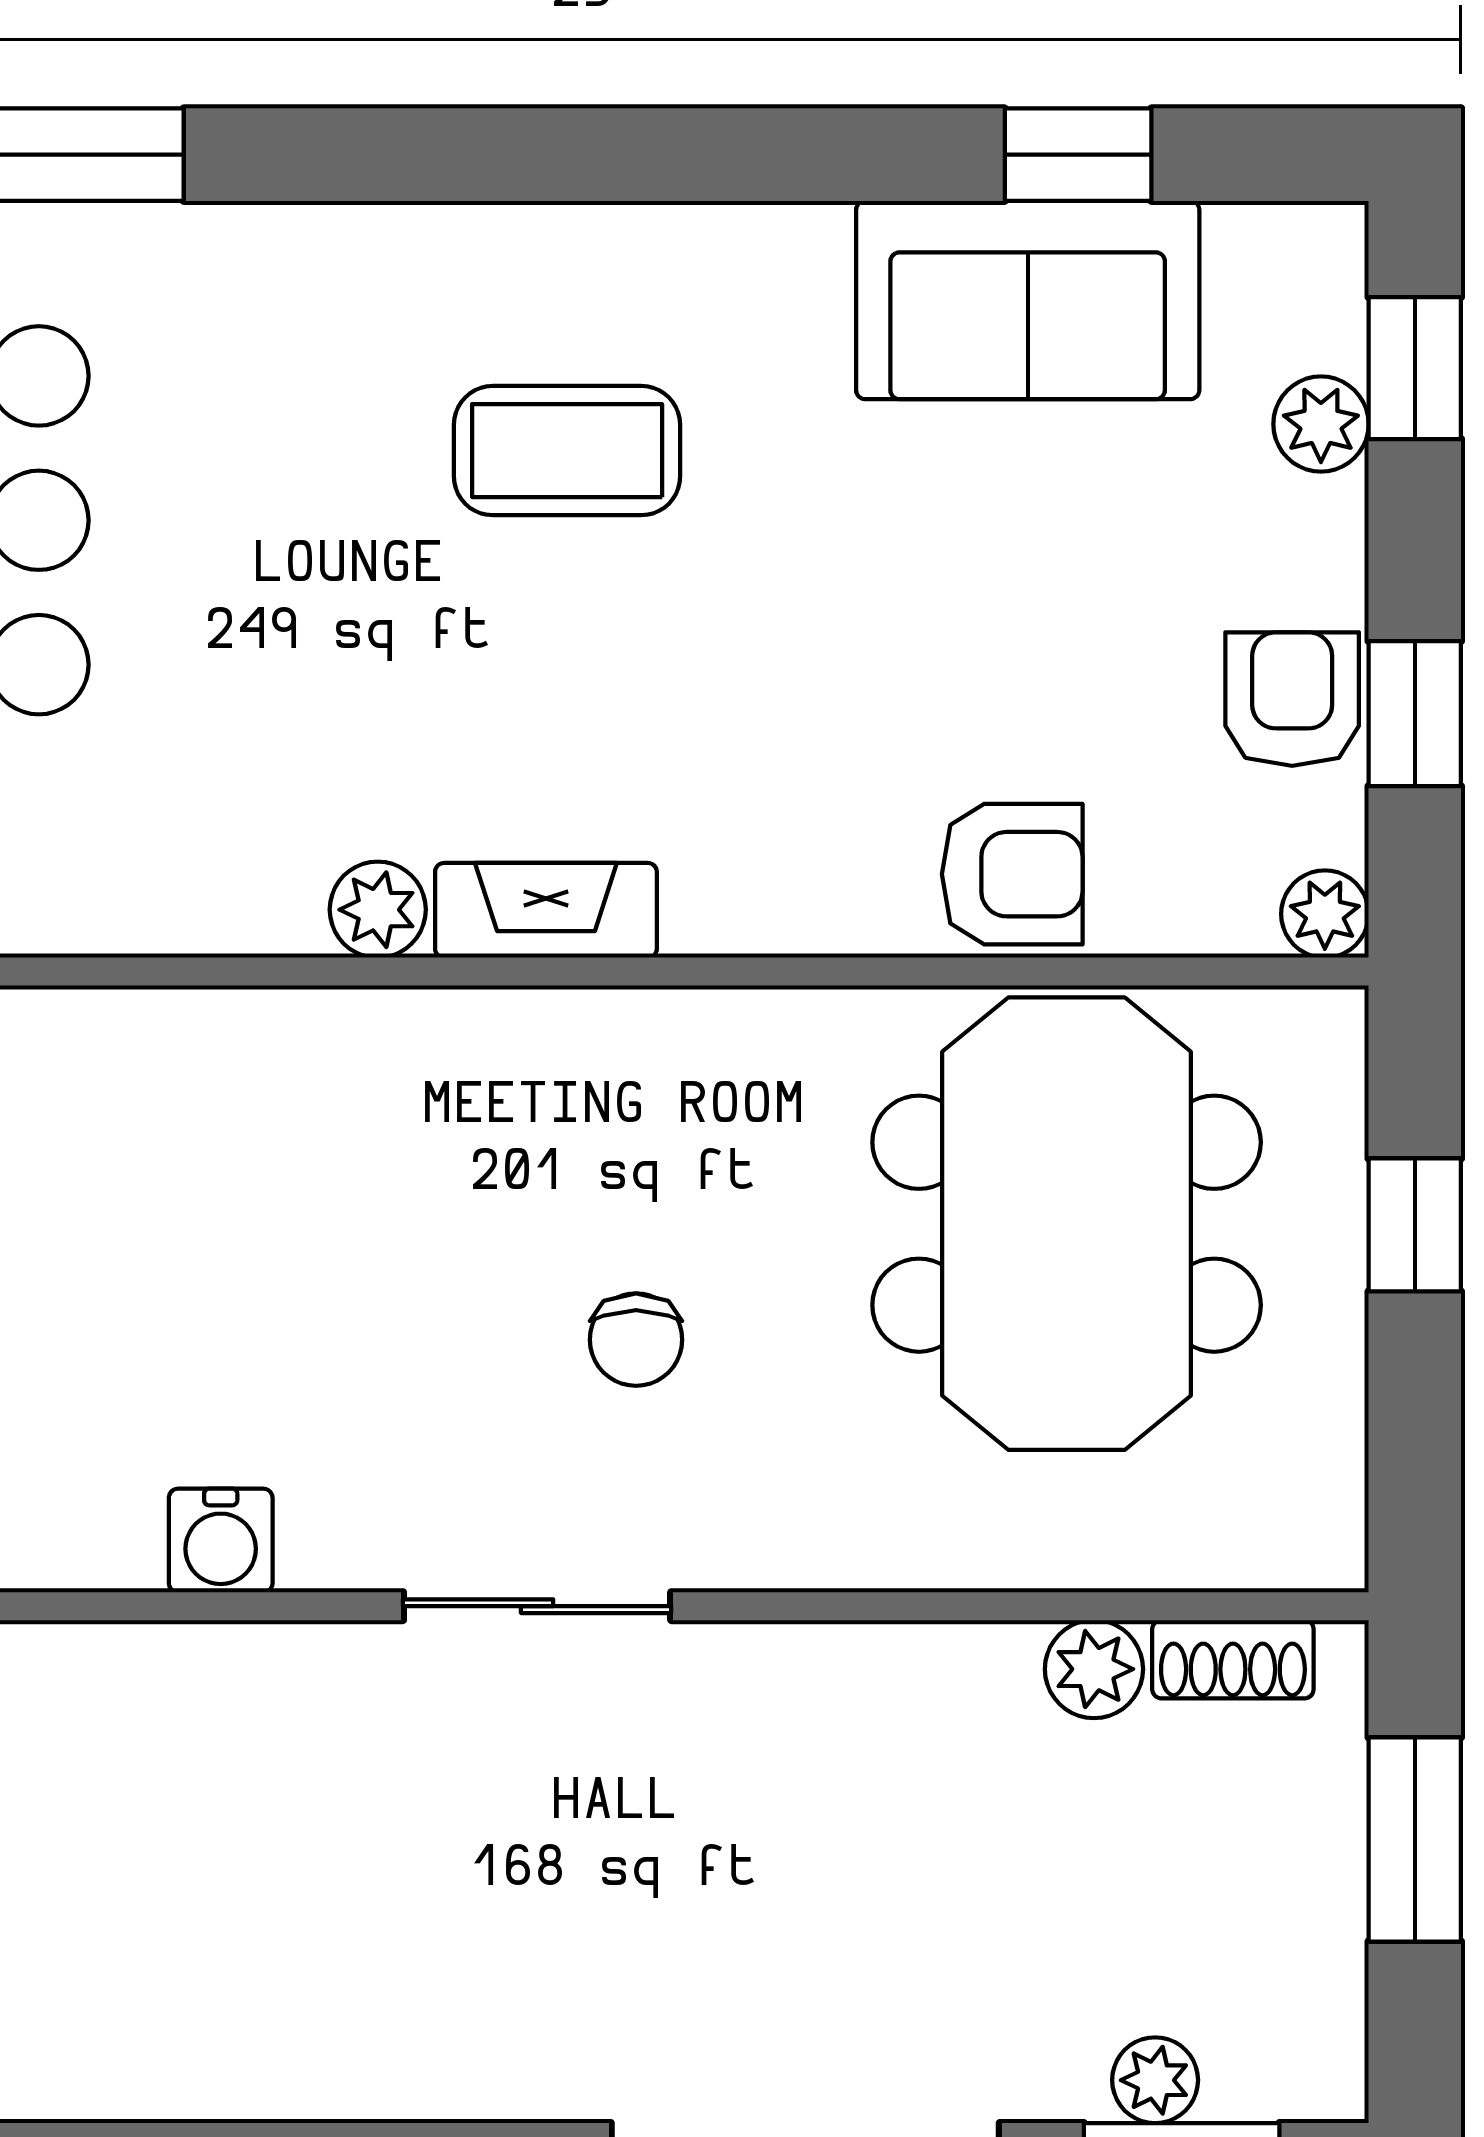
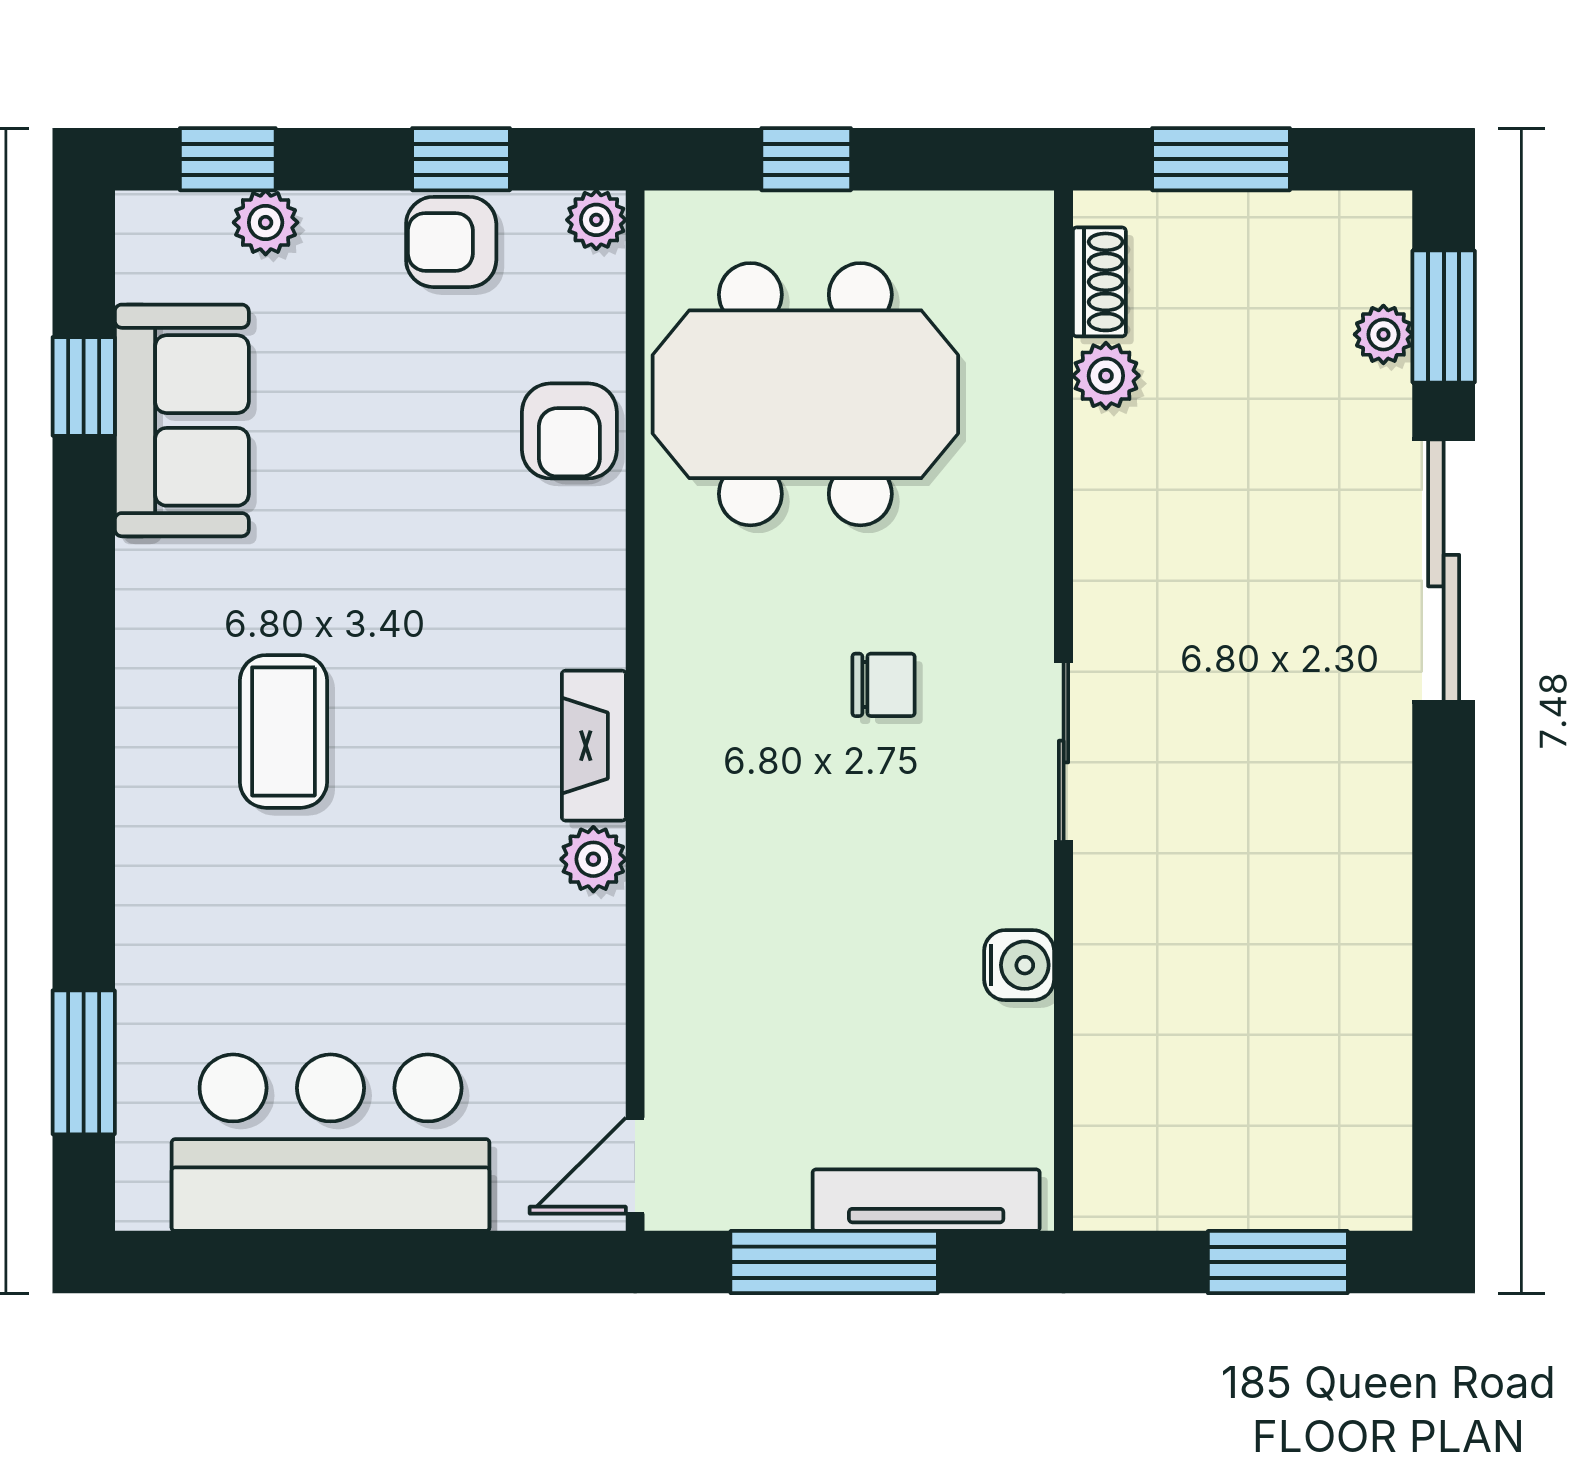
armchair: (1012, 874) -> (569, 431), turned 180

